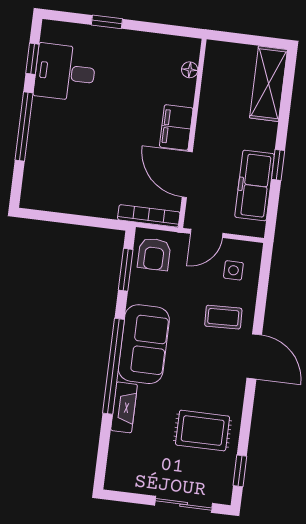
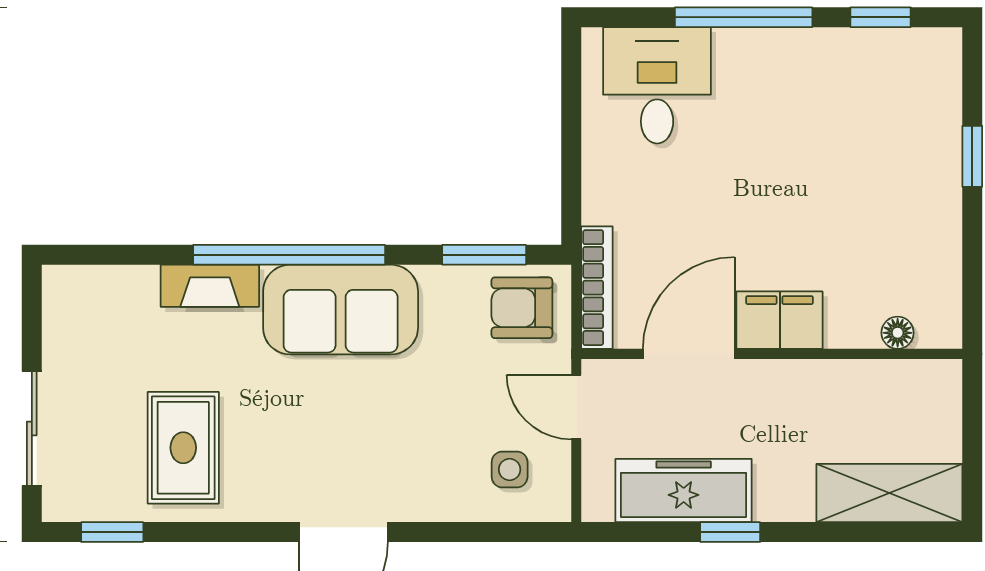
desk: (65, 72) -> (657, 85), moved
coffee table: (223, 317) -> (414, 461), removed

